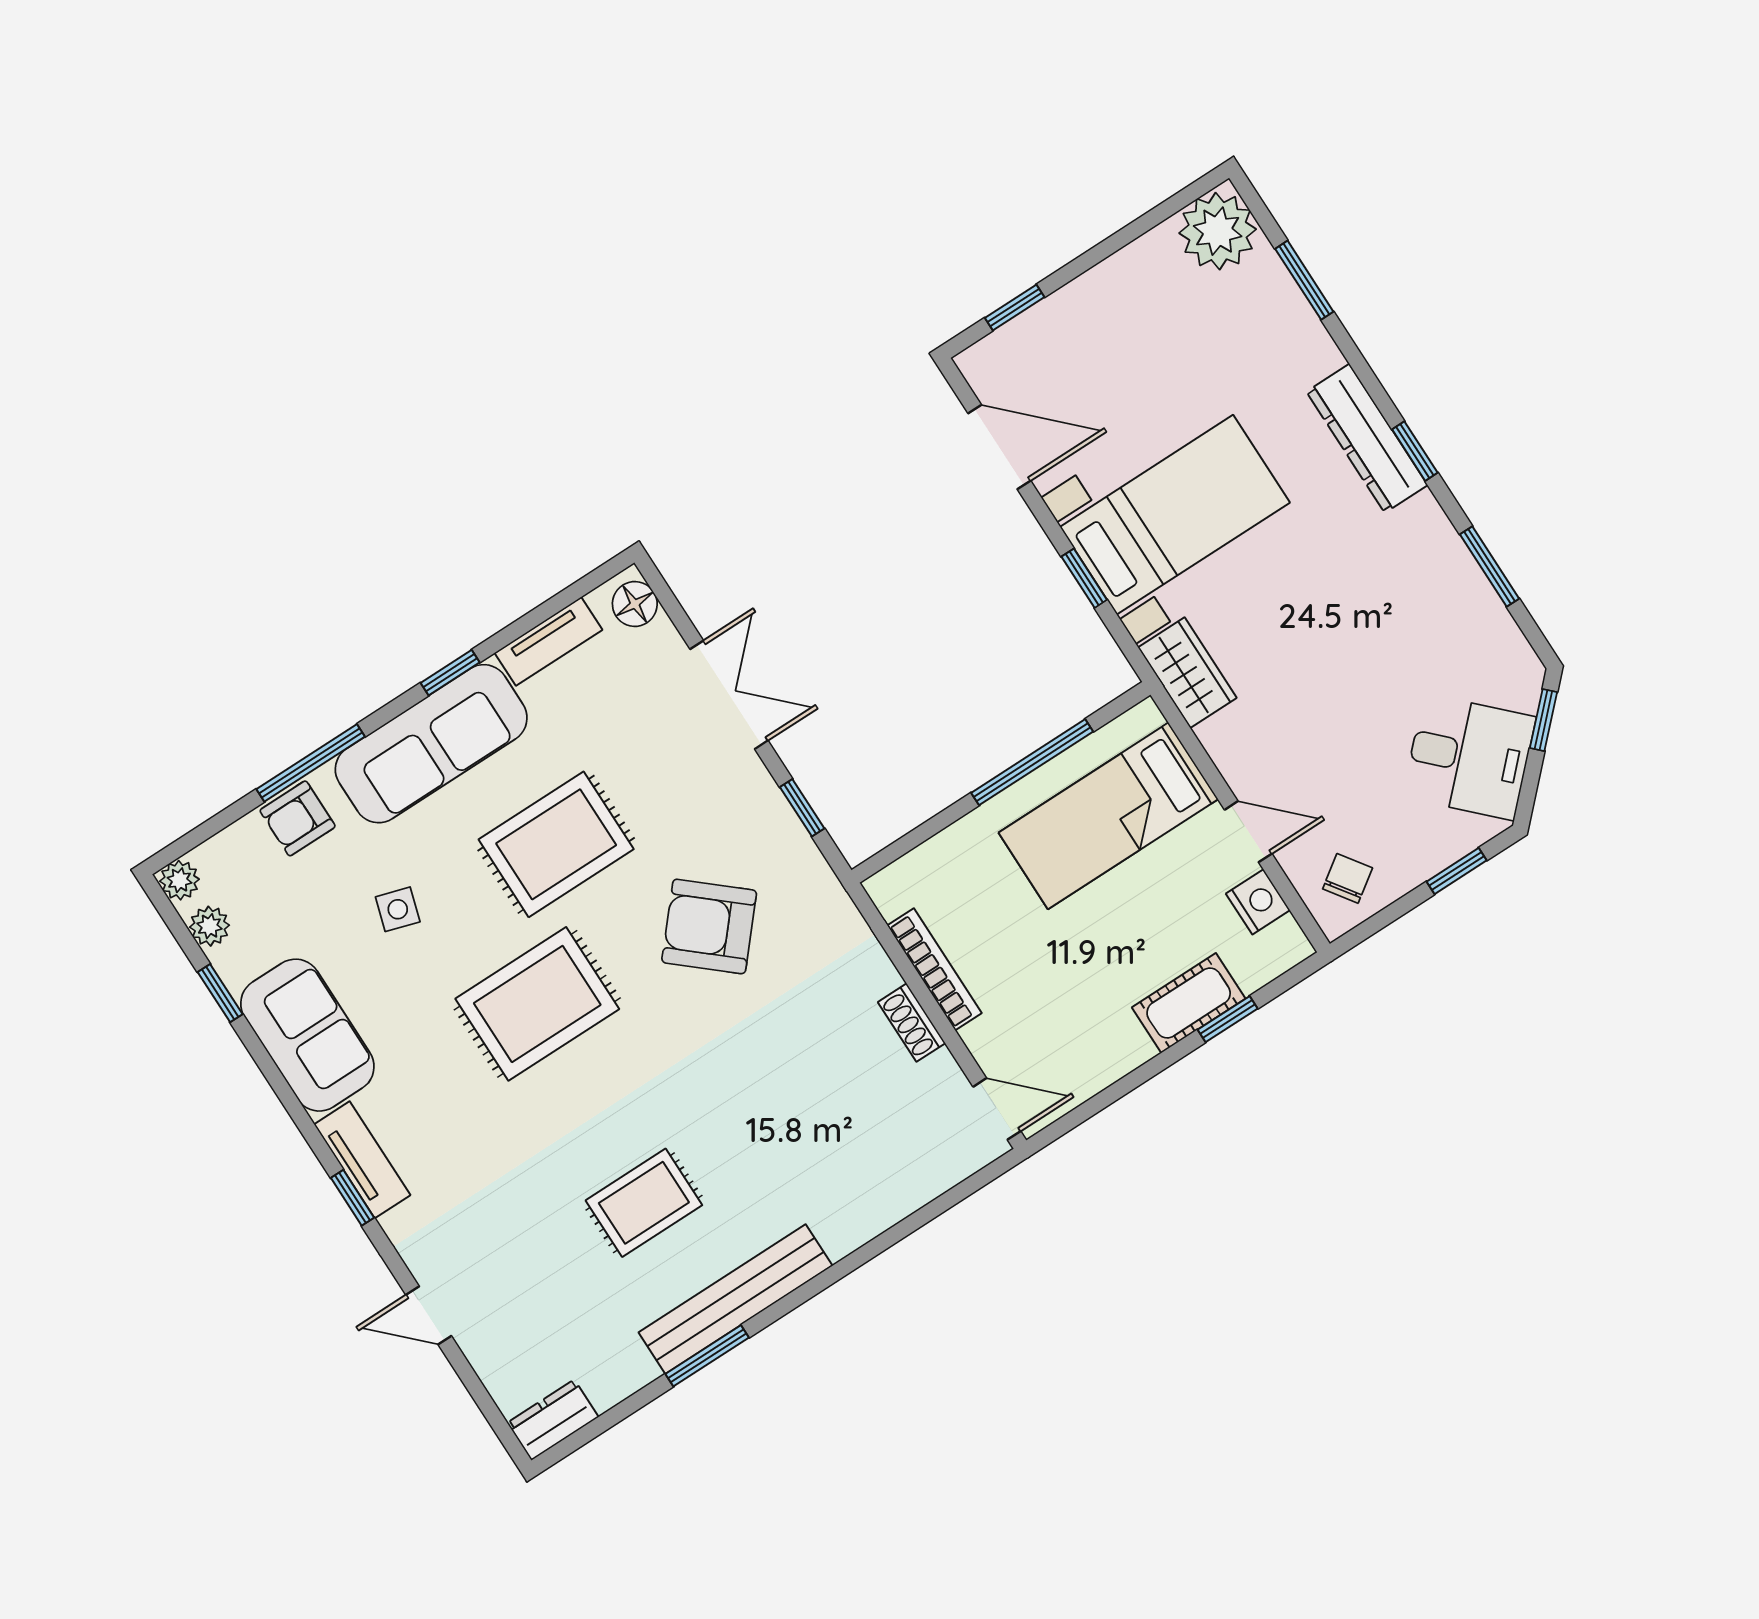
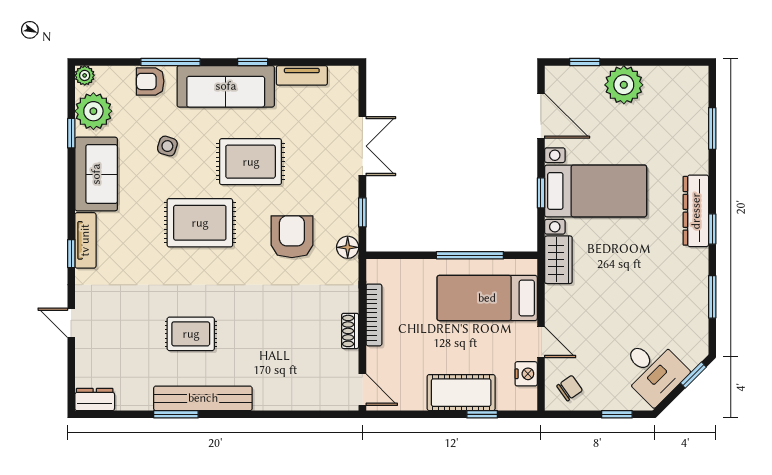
plant: (1218, 231) -> (624, 85), moved
floor lamp: (635, 604) -> (348, 247), moved
plant: (209, 926) -> (93, 111), width x1.88, depth x1.88
armchair: (709, 926) -> (292, 237), turned 49
cot: (1189, 1003) -> (461, 393), width x1.37, depth x1.34

